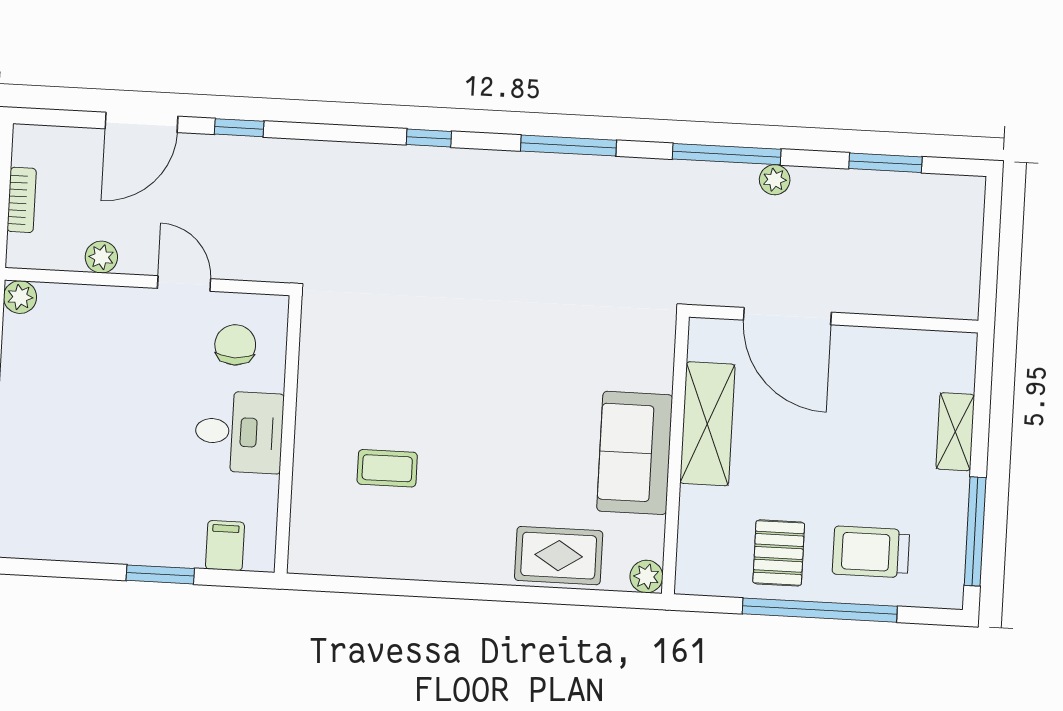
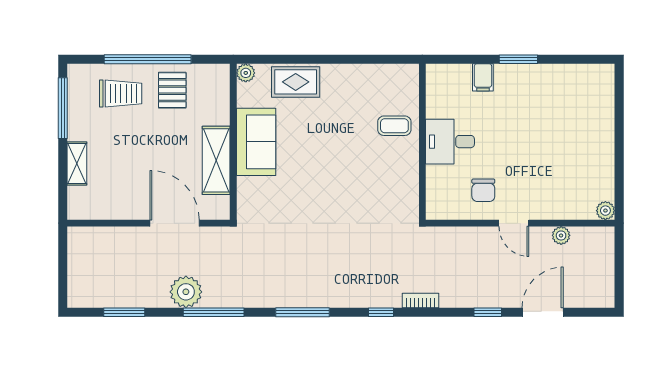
plant: (775, 180) -> (186, 292), width x1.88, depth x1.88
bookcase: (22, 200) -> (421, 301), moved, turned 90
desk: (239, 432) -> (450, 142), moved
wall: (288, 434) -> (422, 142), moved

